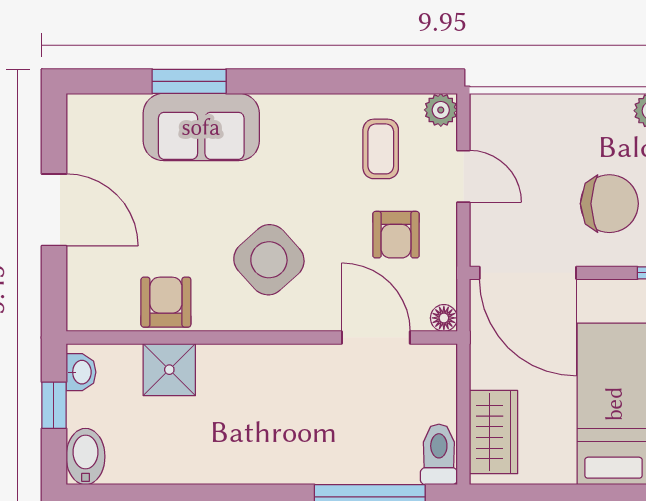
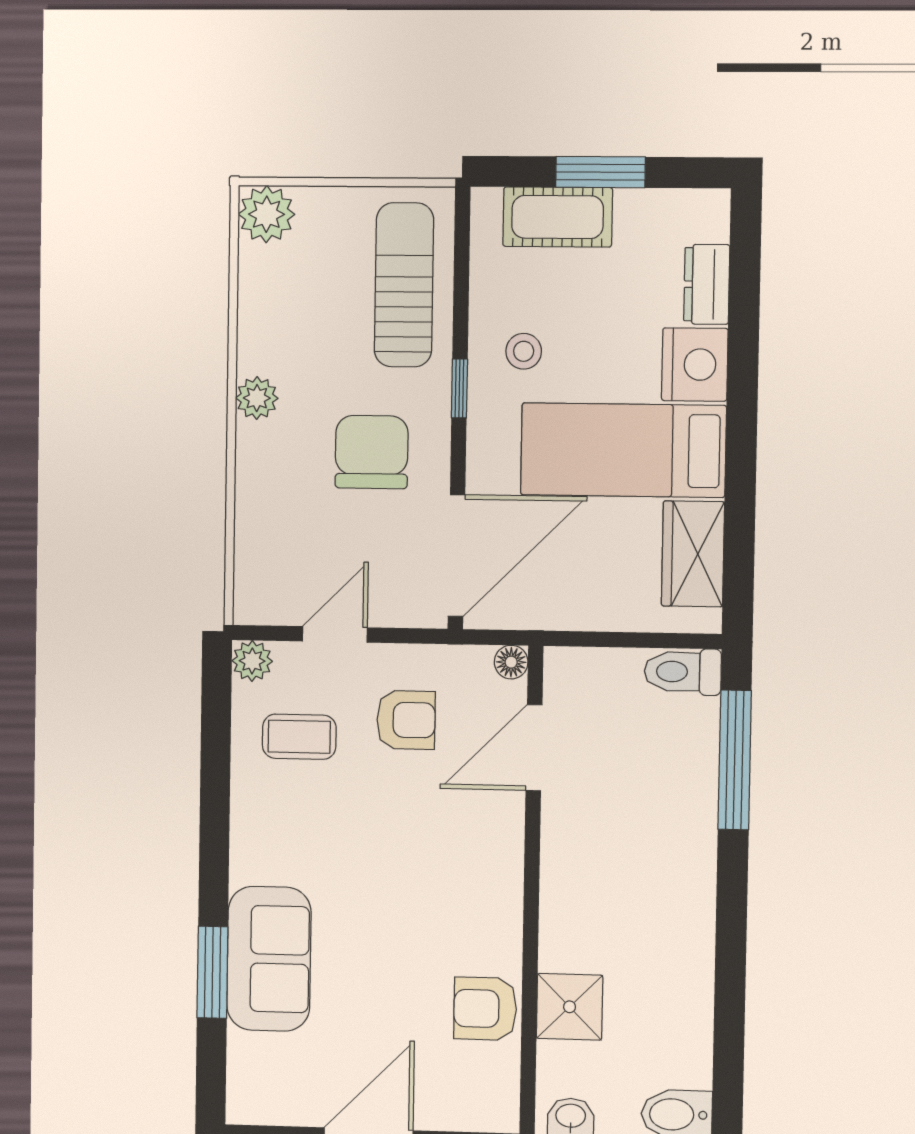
side table: (269, 260) -> (435, 879), removed
wardrobe: (494, 432) -> (693, 554), moved, turned -90

